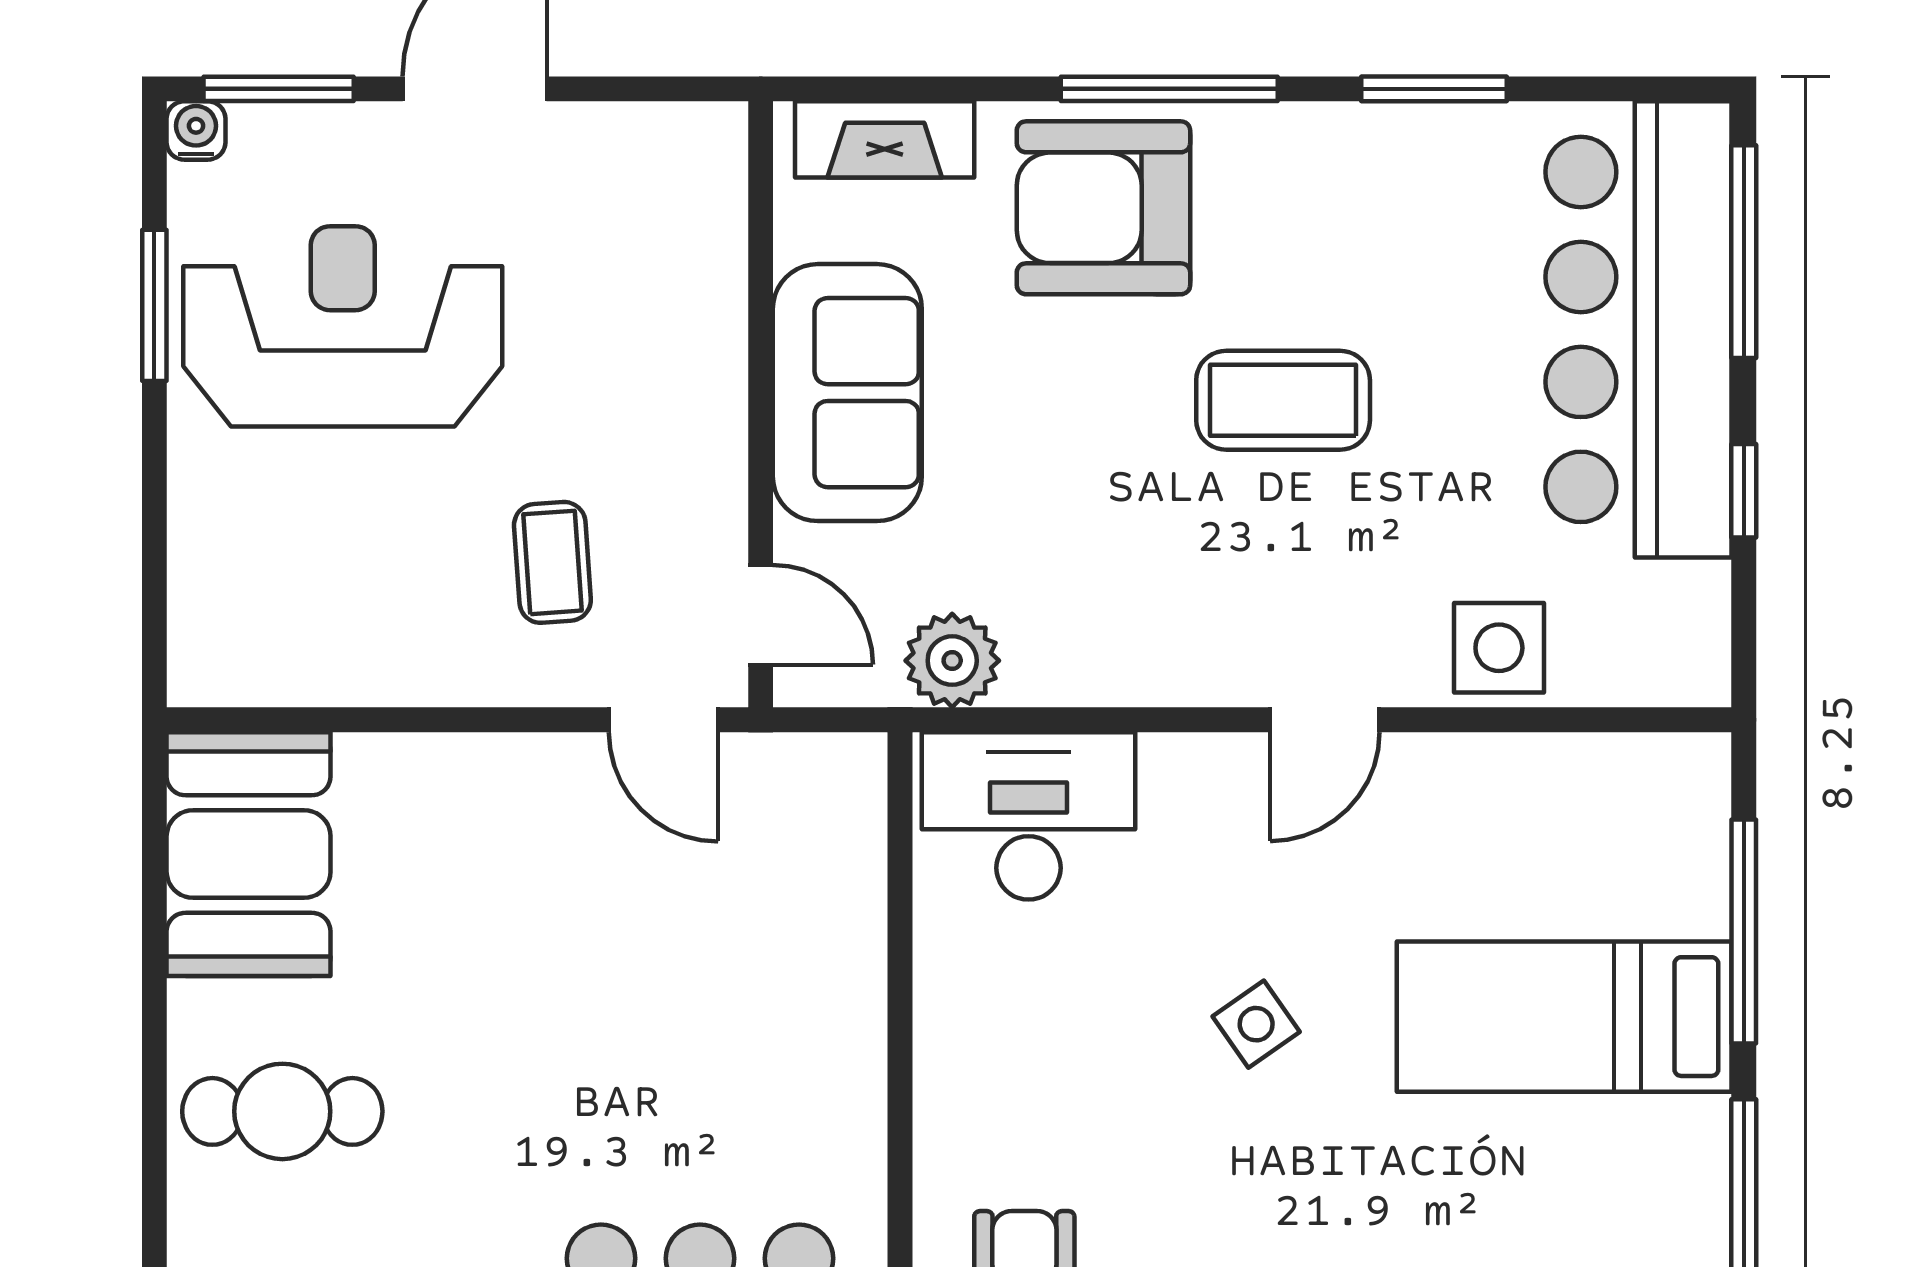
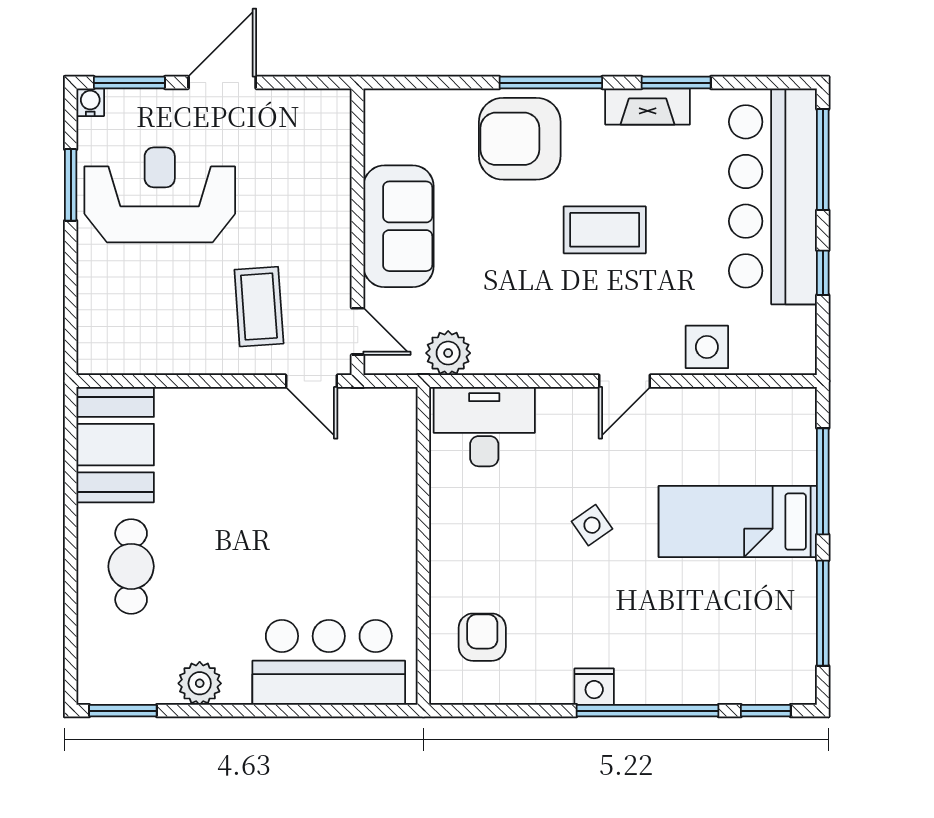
fireplace: (885, 139) -> (648, 106), moved
coffee table: (552, 562) -> (259, 307), width x1.36, depth x1.30
cafe table: (282, 1111) -> (131, 566), turned 90

